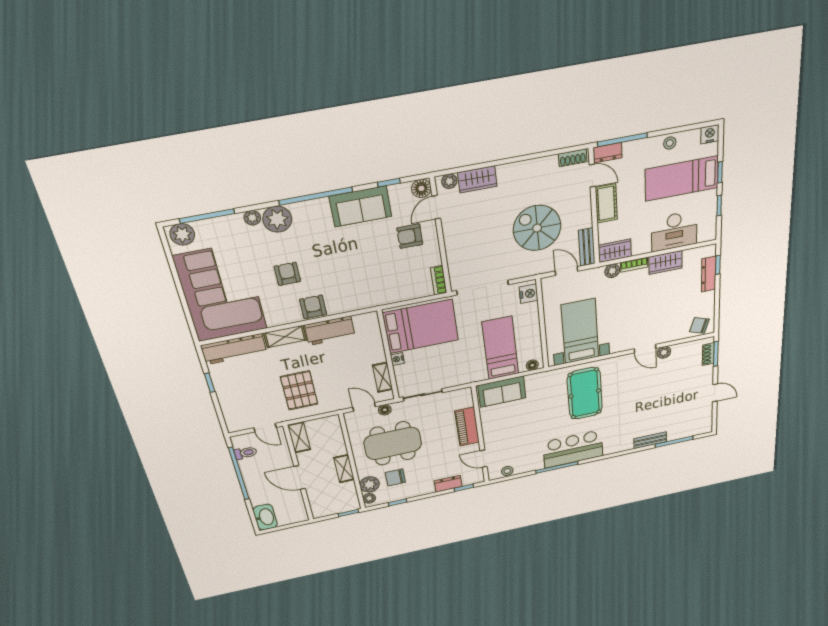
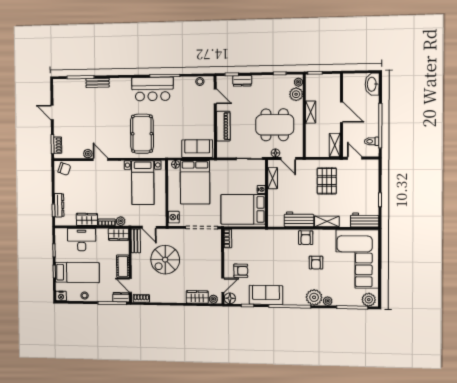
spiral stairs: (537, 228) -> (165, 260), turned 90
bed: (500, 348) -> (195, 182), width x1.50
workbench: (234, 349) -> (365, 220), width x0.73
chair: (395, 477) -> (278, 96), removed

